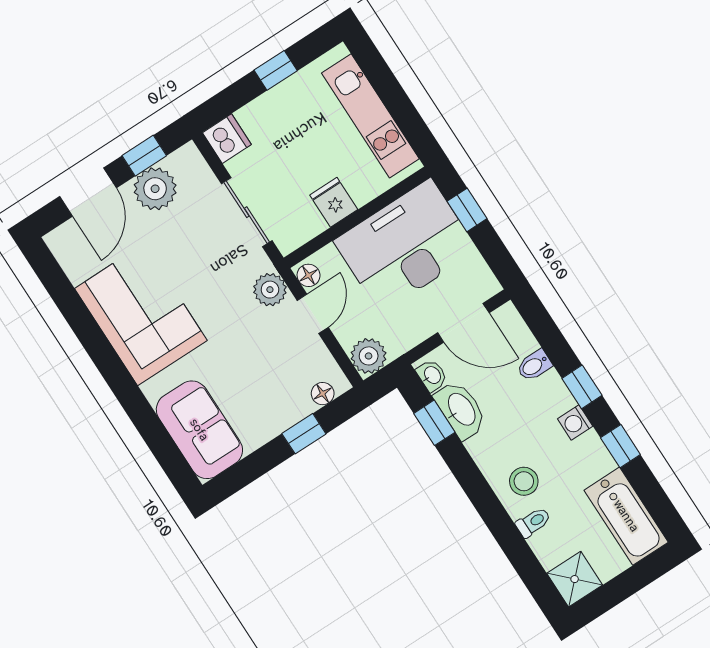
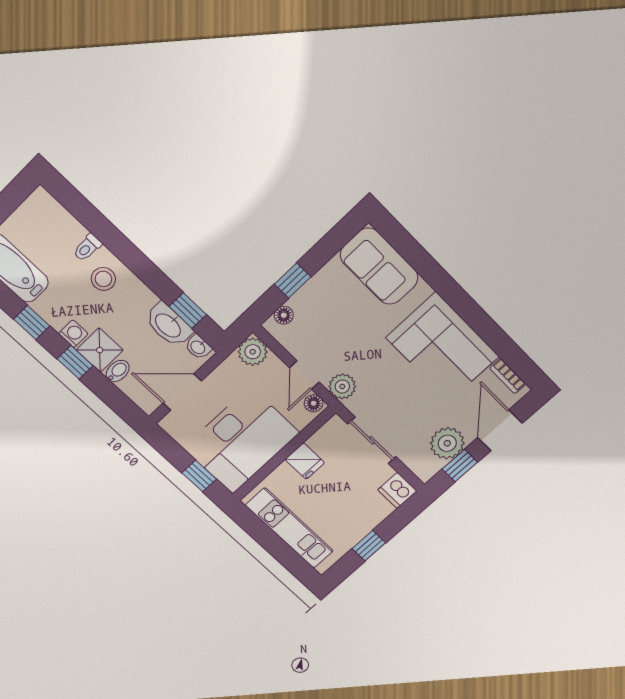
bookcase: (68, 261) -> (508, 376), added
shower: (575, 579) -> (100, 350), moved

